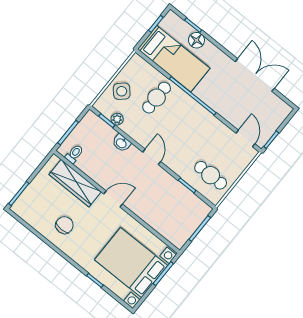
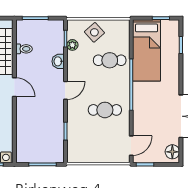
floor lamp: (196, 40) -> (172, 152), moved
toilet: (74, 154) -> (24, 49), moved
cafe table: (211, 175) -> (105, 110), moved, turned 90

